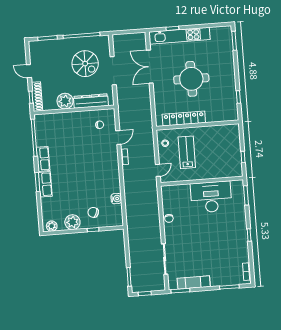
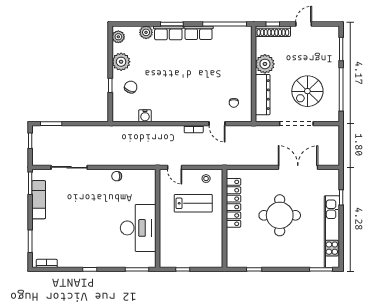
kitchen unit: (179, 36) -> (332, 232), moved
plant: (46, 203) -> (146, 32), added

